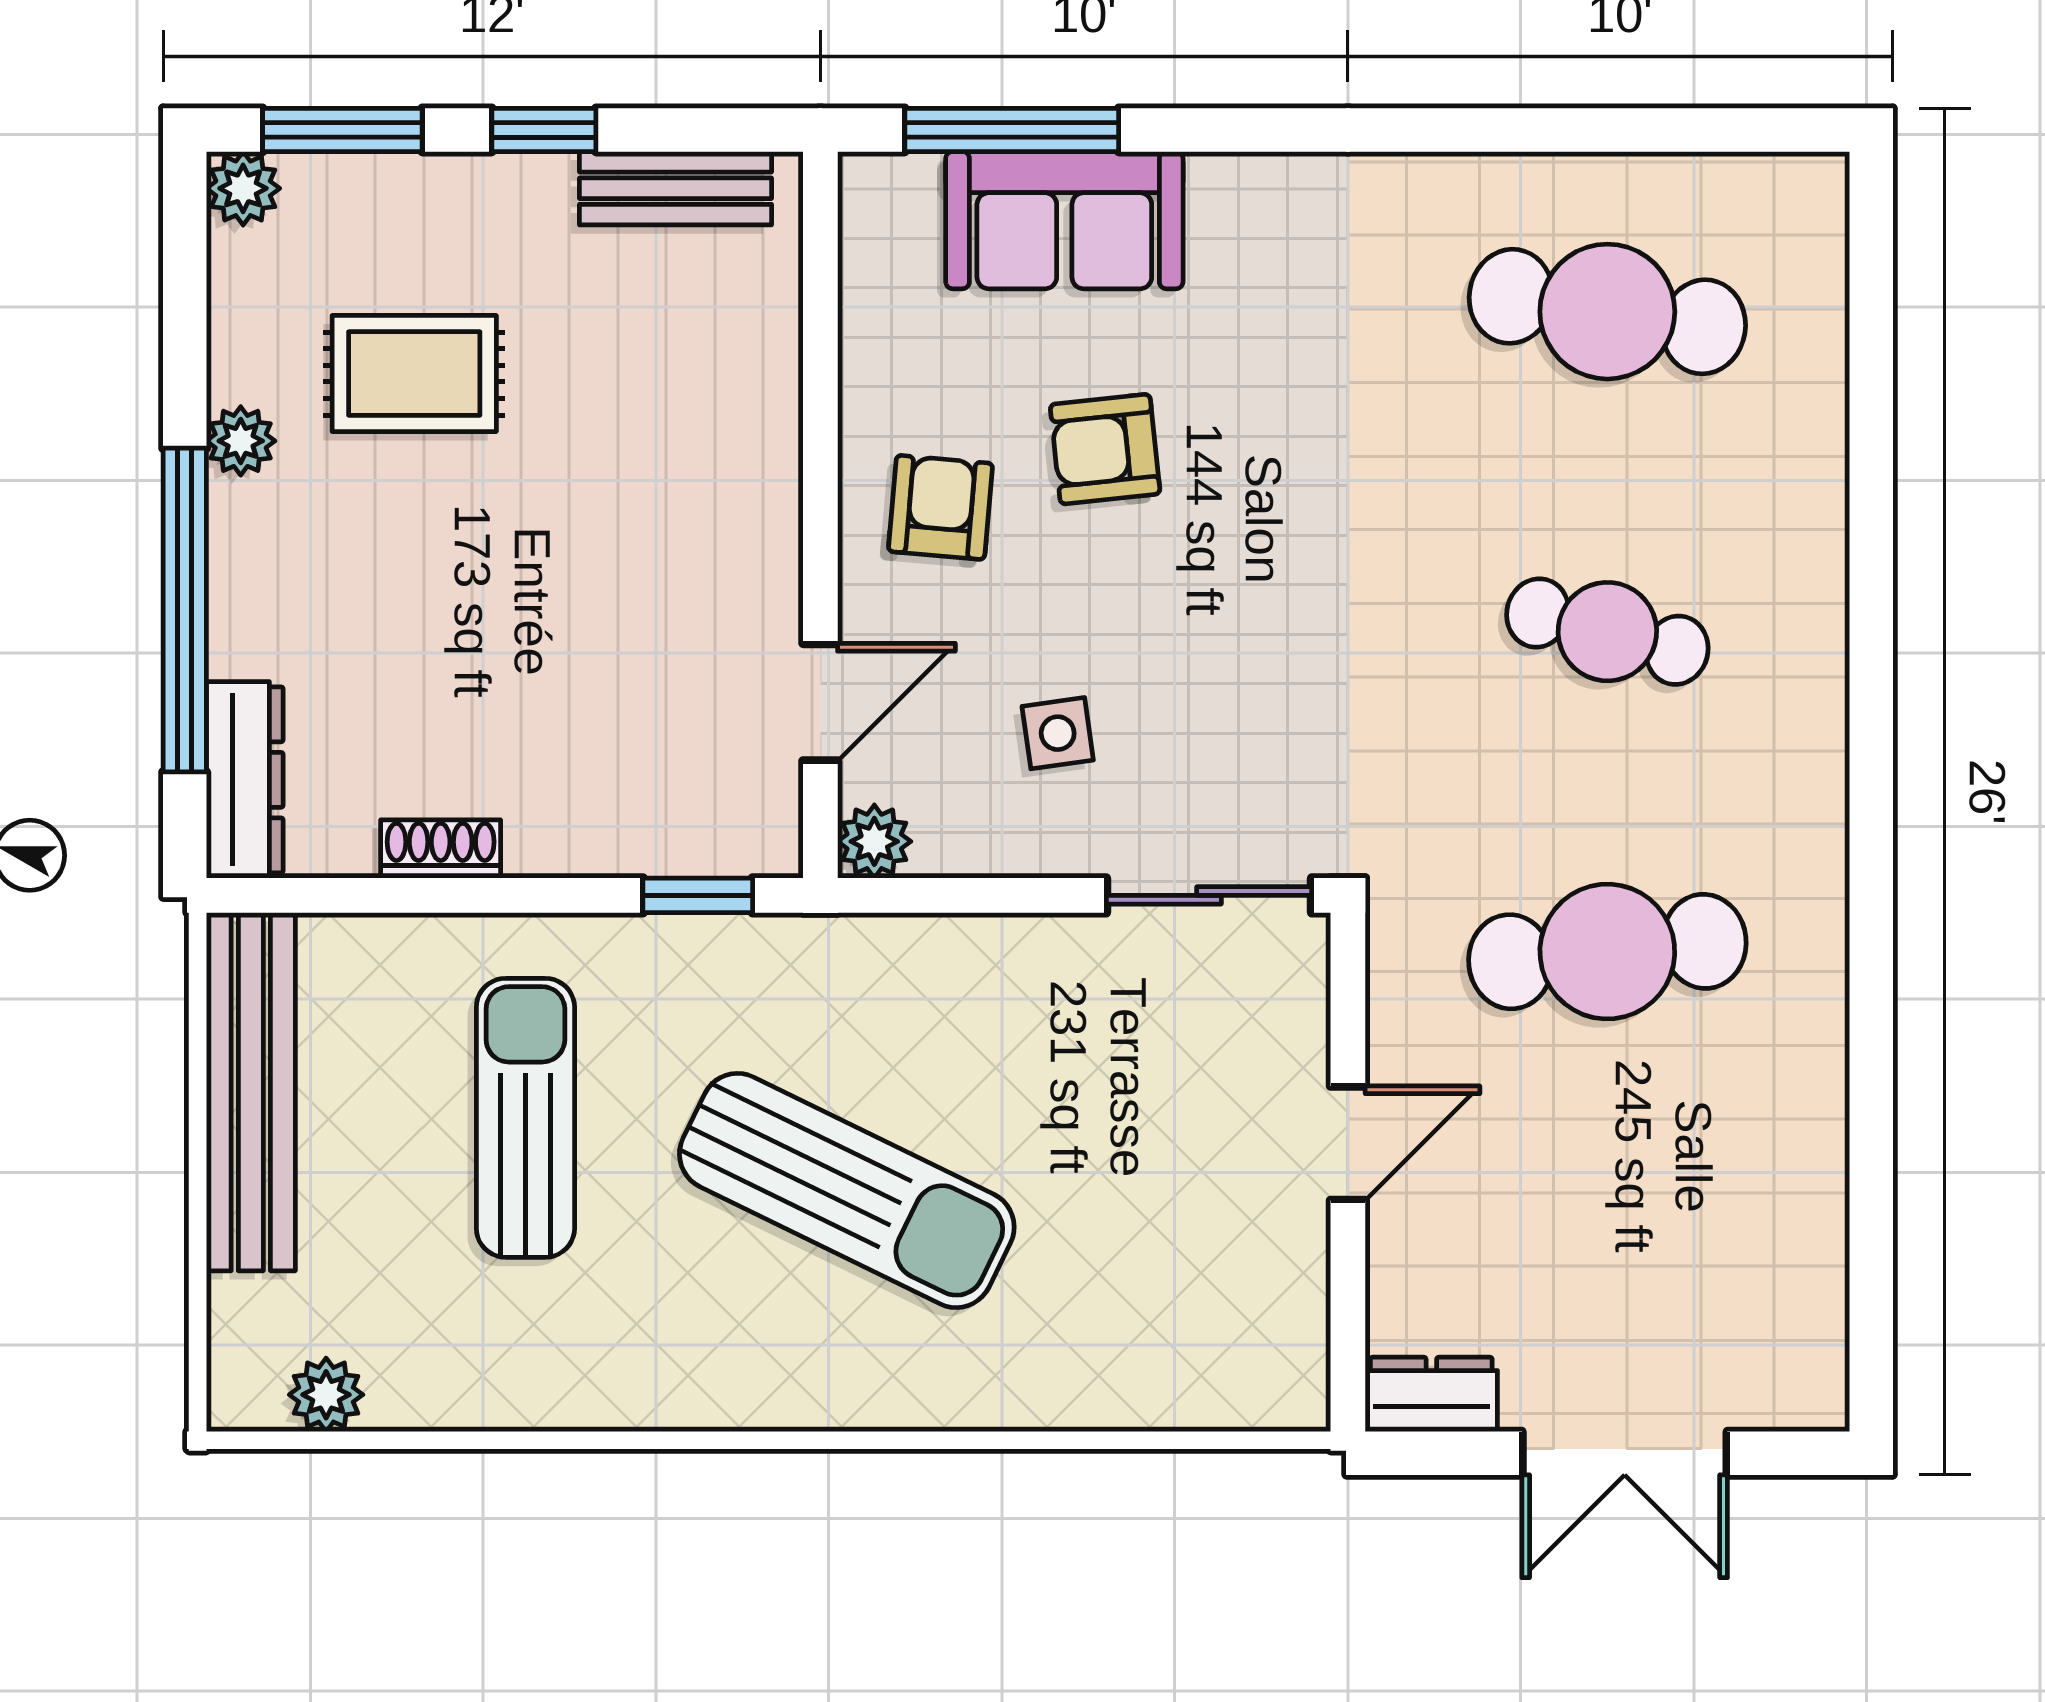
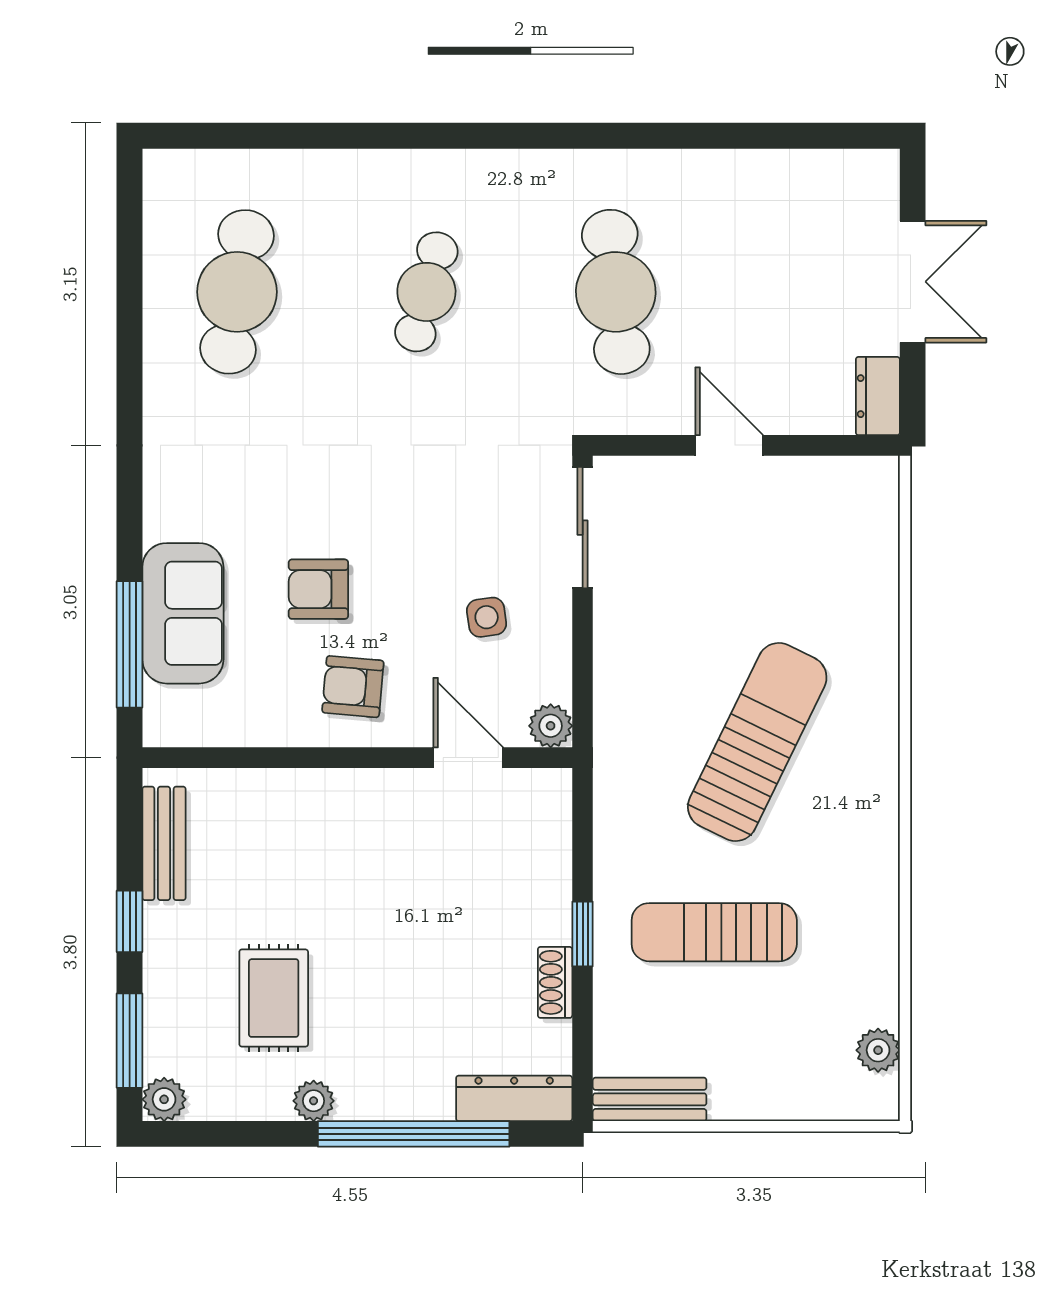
armchair: (1105, 449) -> (318, 589), turned 96
window: (698, 895) -> (583, 934), moved
bench: (251, 1092) -> (650, 1099), width x0.54, depth x0.82

